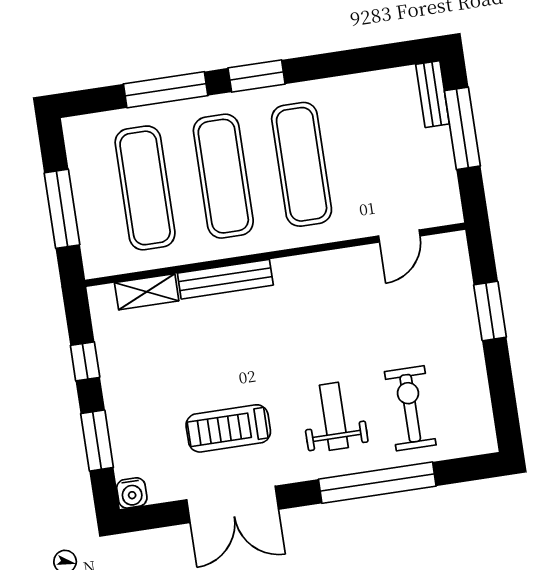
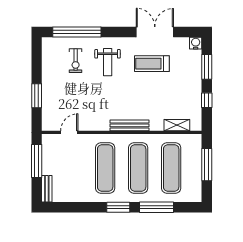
window: (462, 128) -> (37, 161), moved
bench: (225, 279) -> (129, 125), moved
exercise bike: (410, 408) -> (76, 61), width x0.73, depth x0.72
treadmill: (228, 428) -> (152, 64), turned 180
window: (377, 483) -> (77, 32), moved

